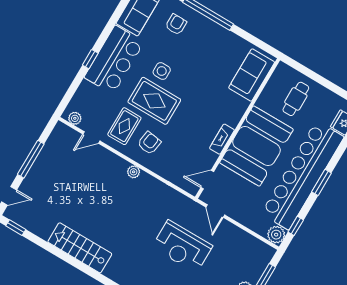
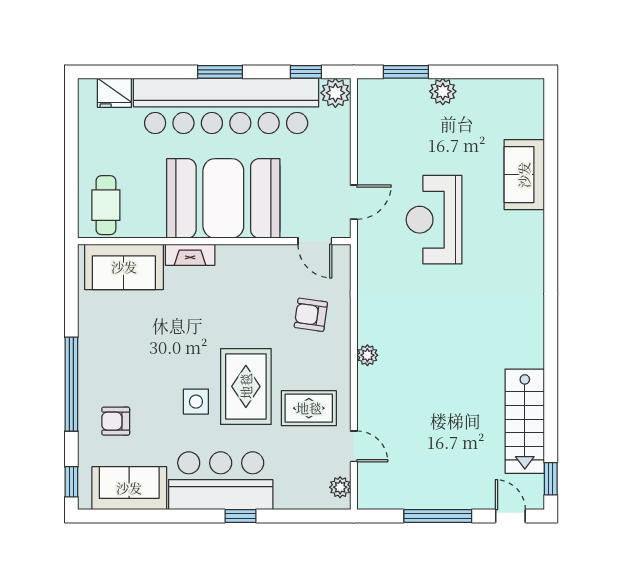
cafe table: (296, 99) -> (106, 205), moved, turned 90
fireplace: (222, 139) -> (190, 255), moved
armchair: (149, 143) -> (311, 315), moved
reception desk: (182, 246) -> (434, 220), turned 180
stairs: (80, 248) -> (525, 421), moved

